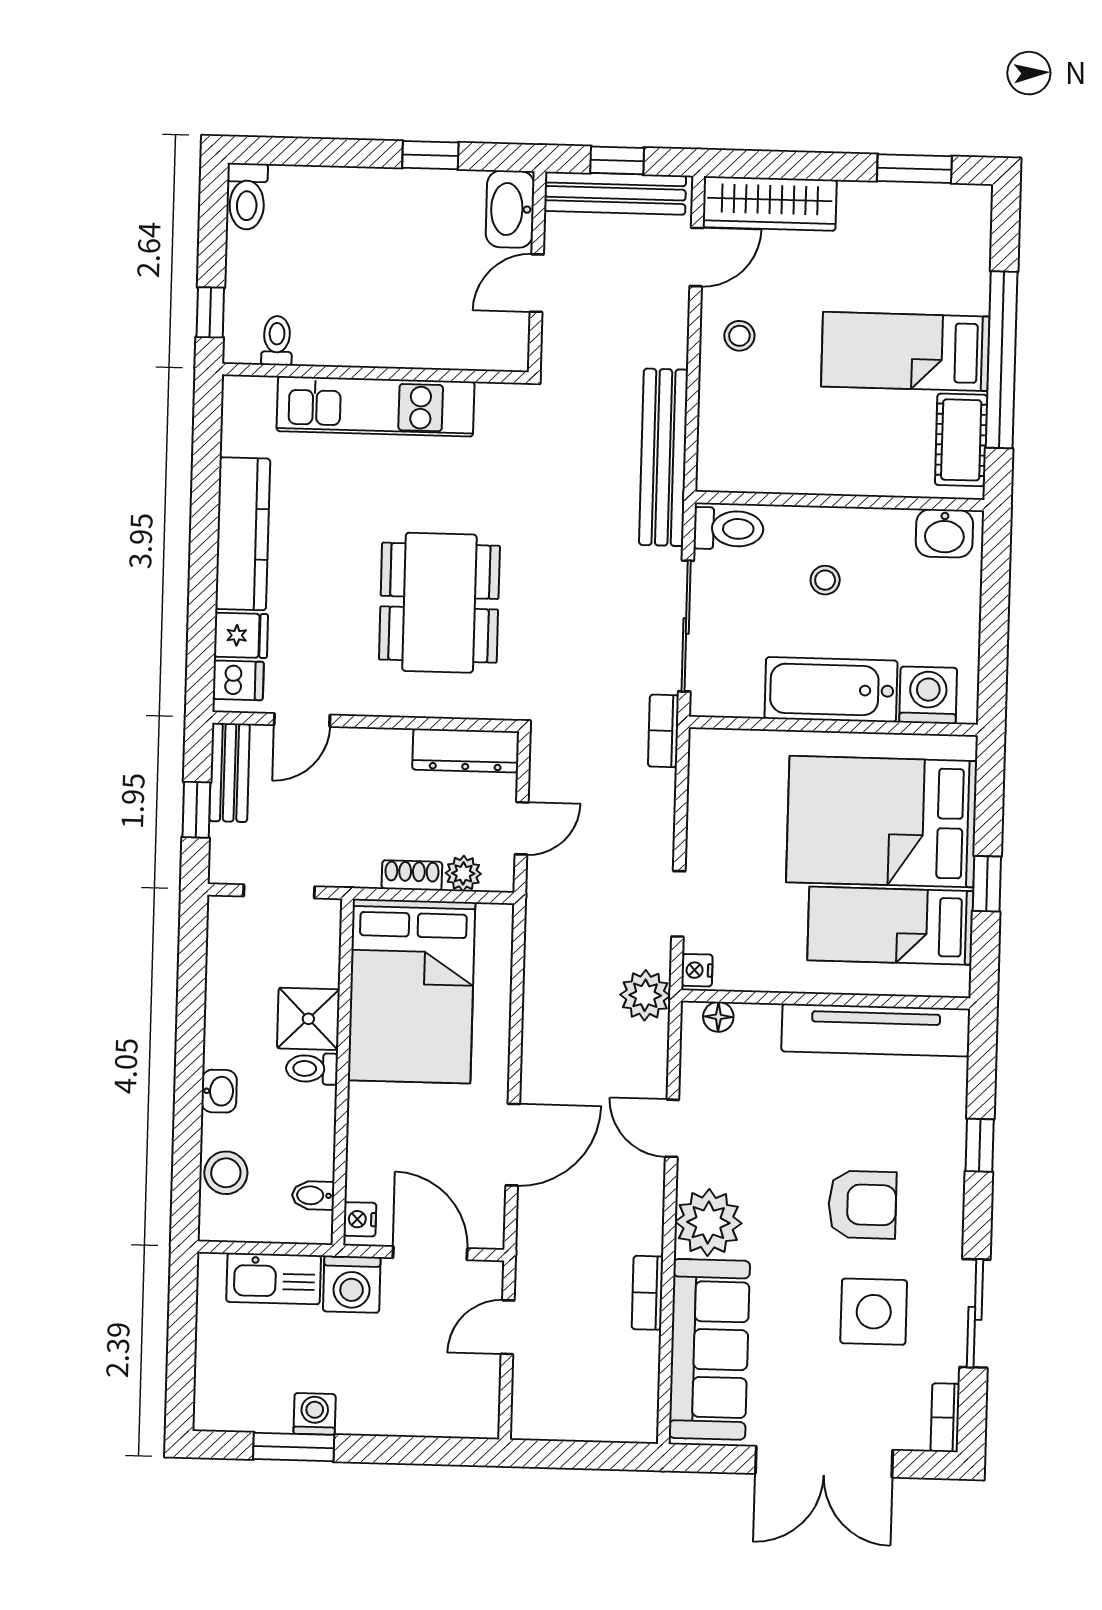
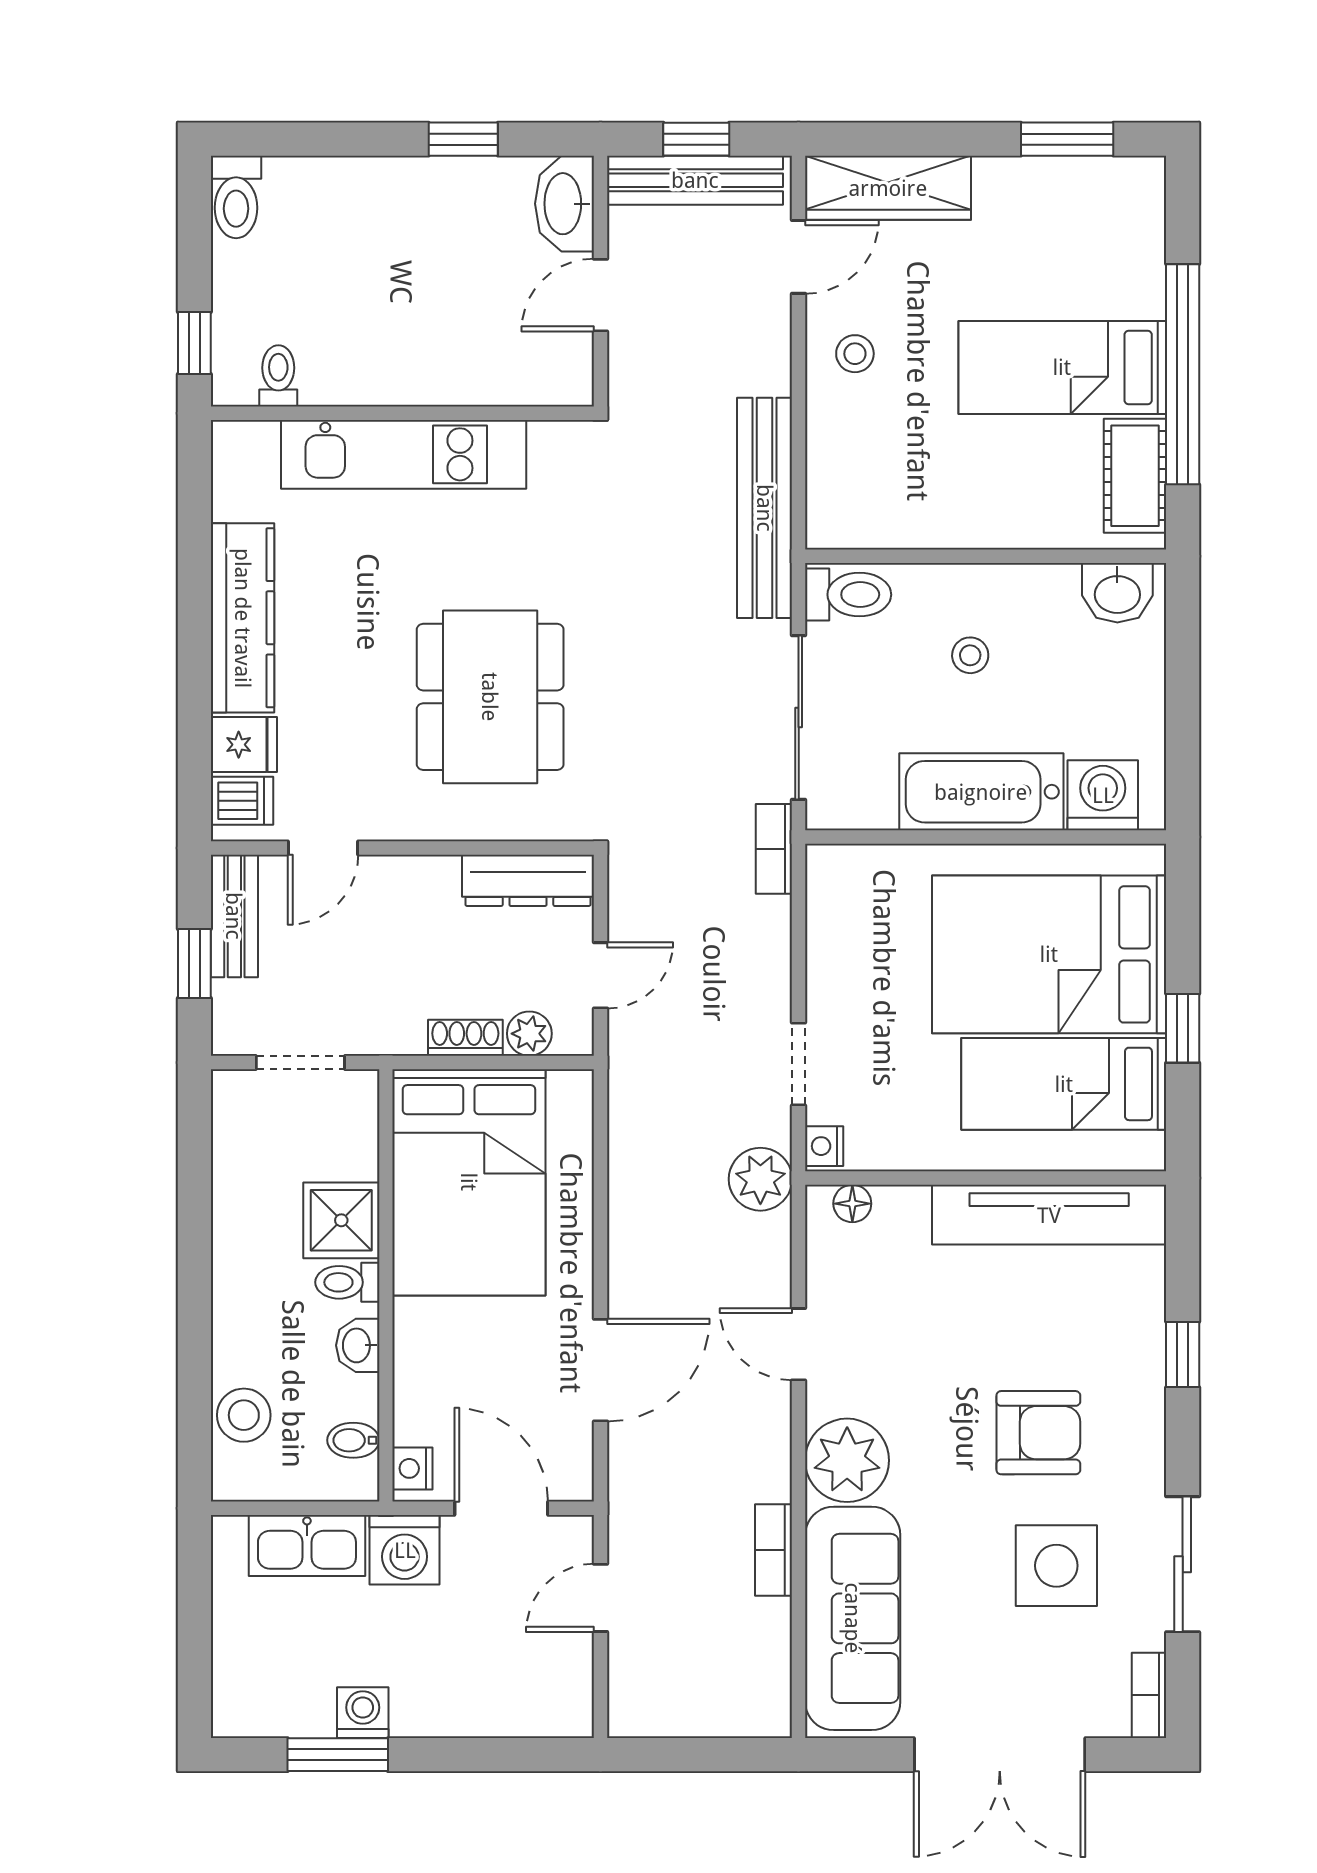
washbasin: (219, 1091) -> (358, 1345), moved, turned 180

